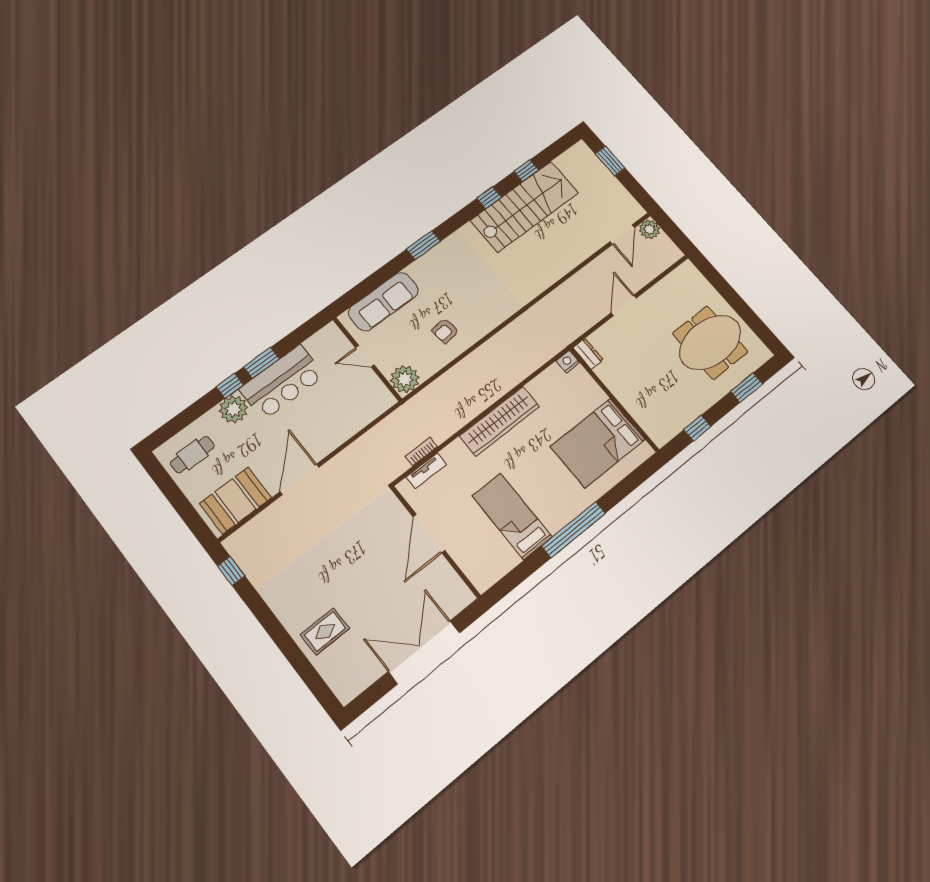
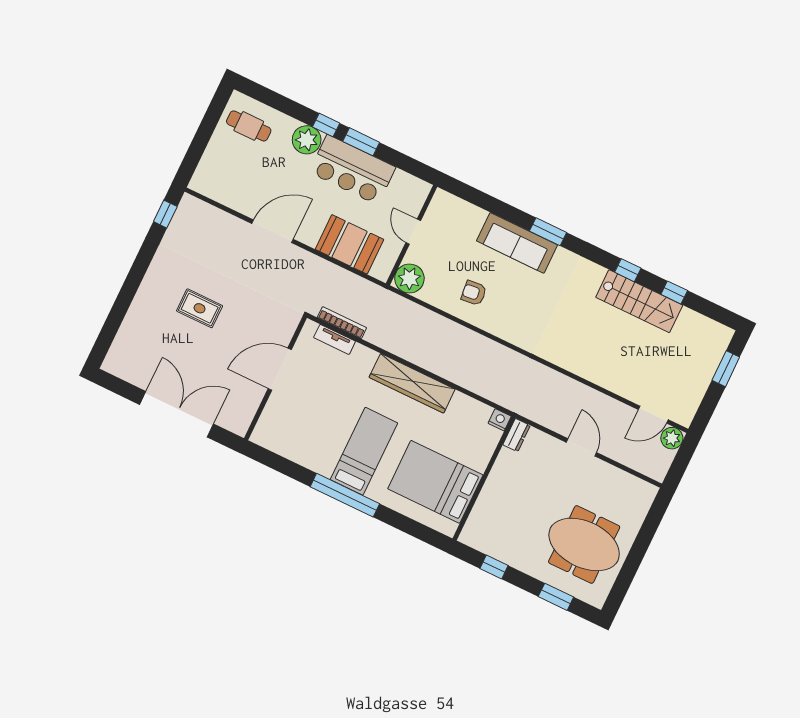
stairs: (525, 207) -> (639, 301), width x0.73, depth x0.66
sofa: (383, 302) -> (517, 243), moved
door: (624, 305) -> (581, 447), hinge flipped
bookcase: (421, 451) -> (342, 323), width x1.56
booth: (235, 501) -> (350, 244), moved
bed: (512, 516) -> (364, 451), moved
rug: (325, 631) -> (200, 308), moved

